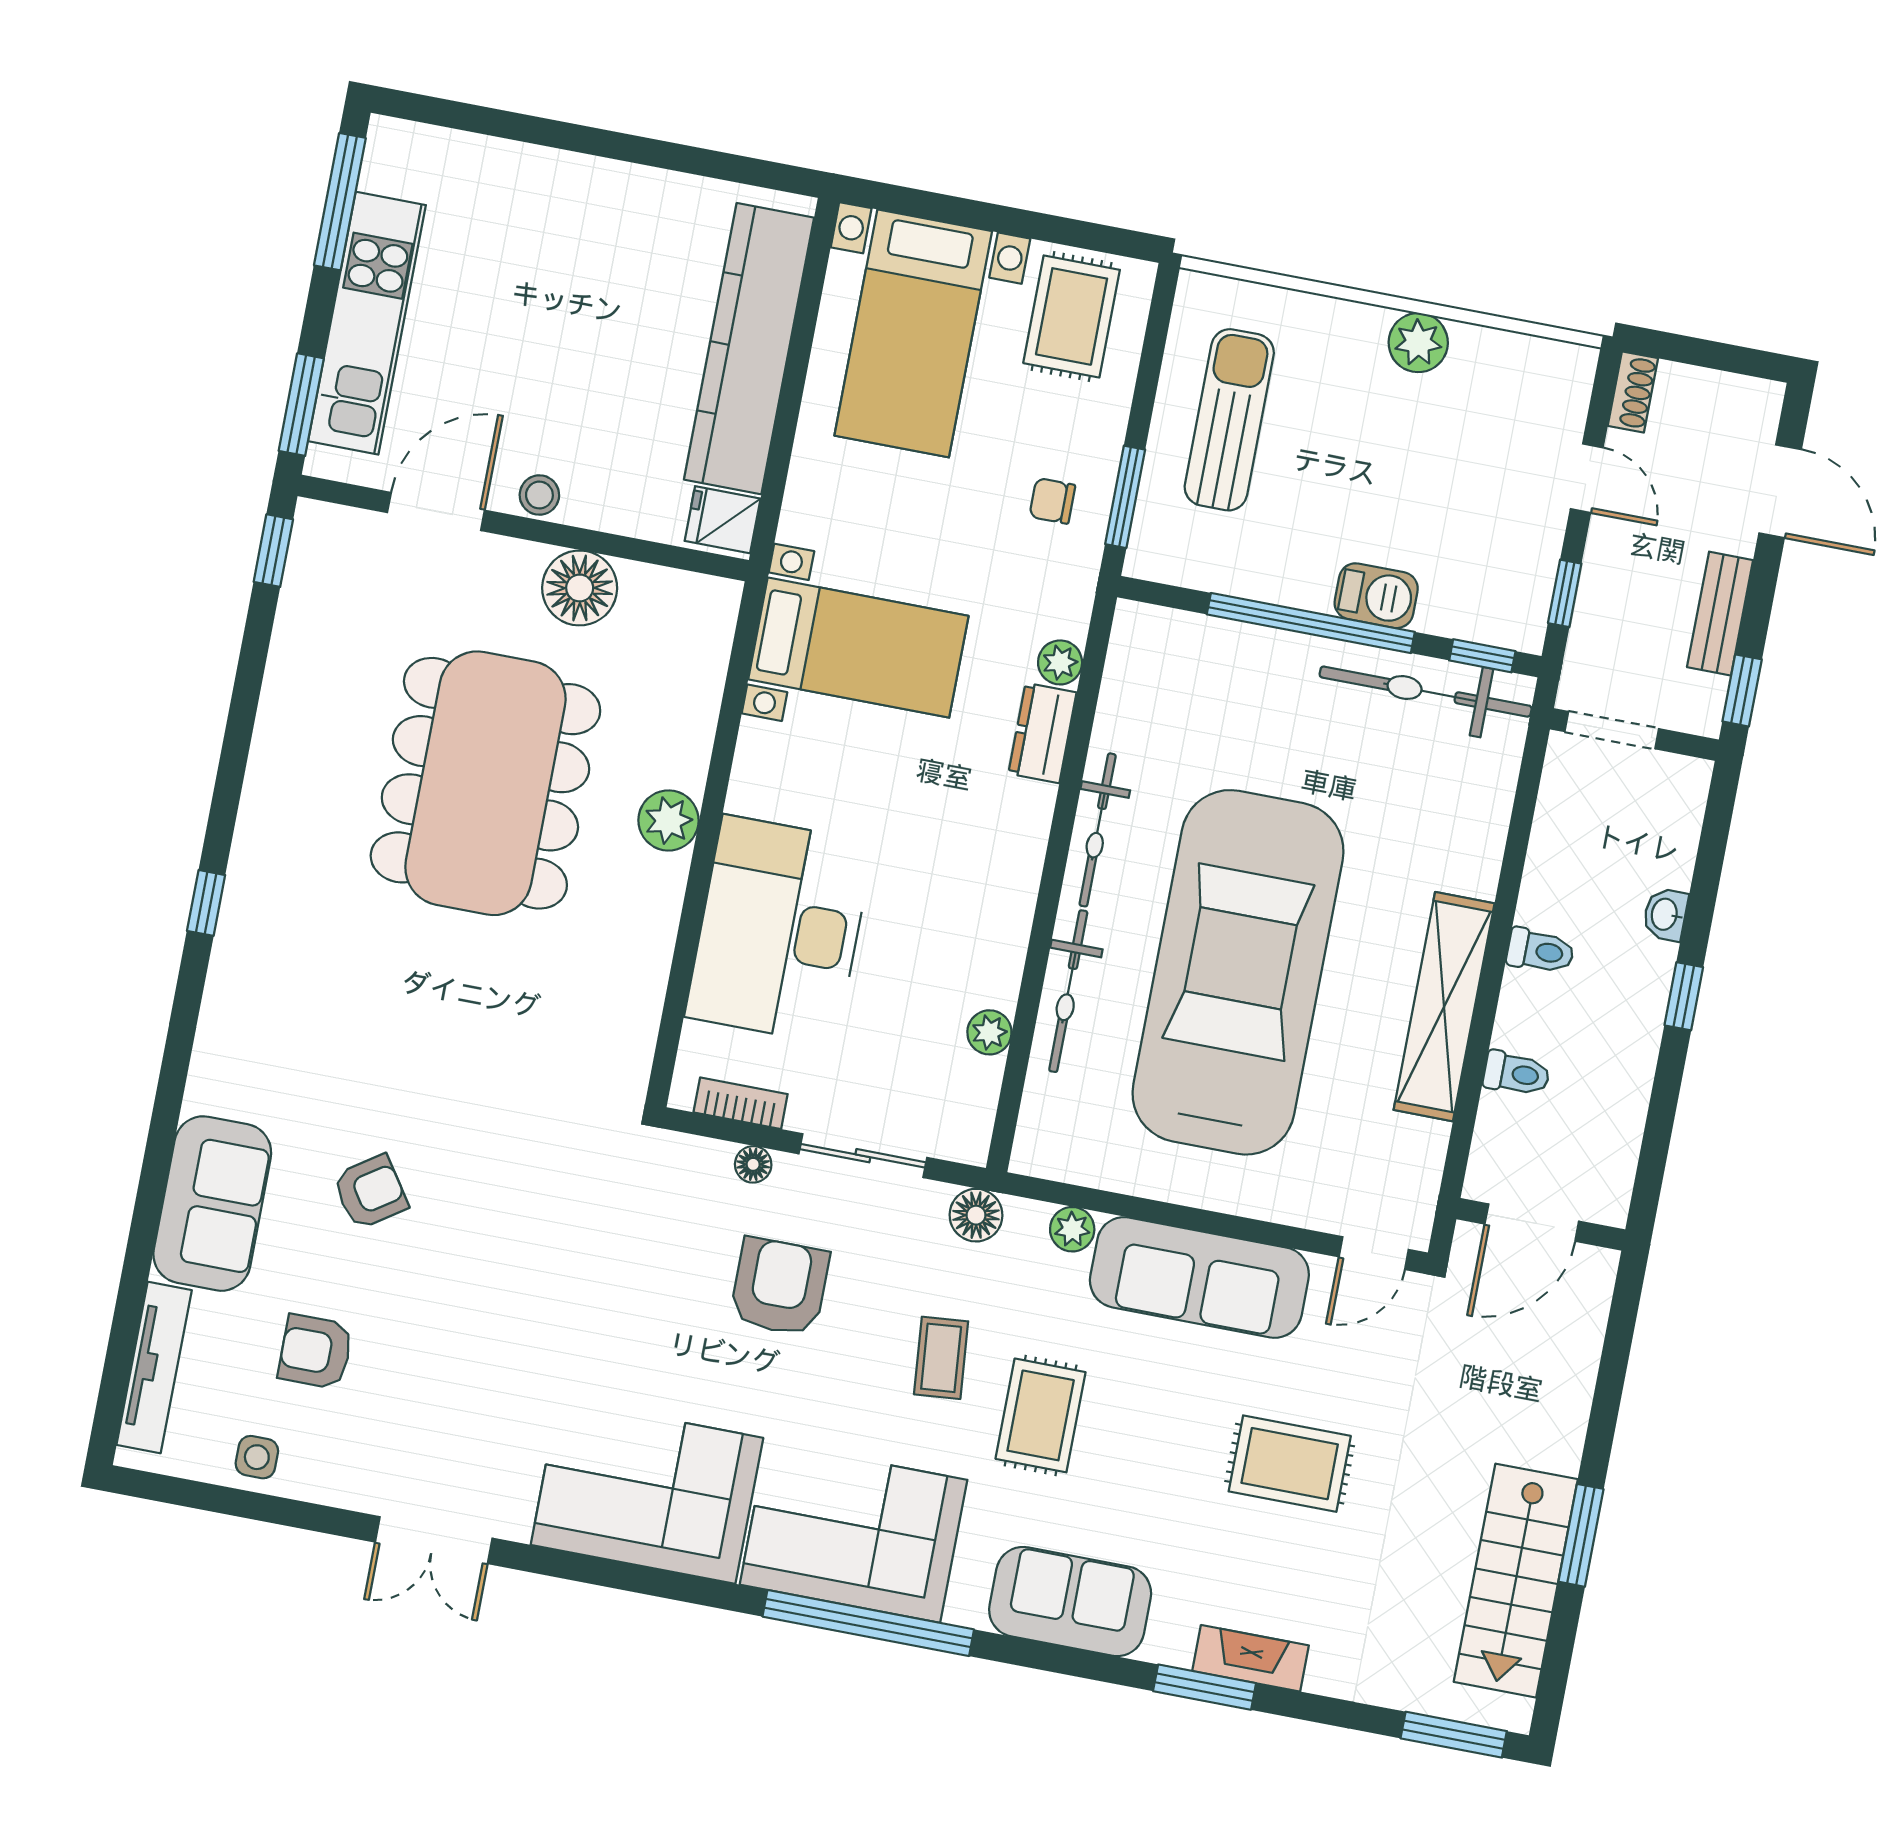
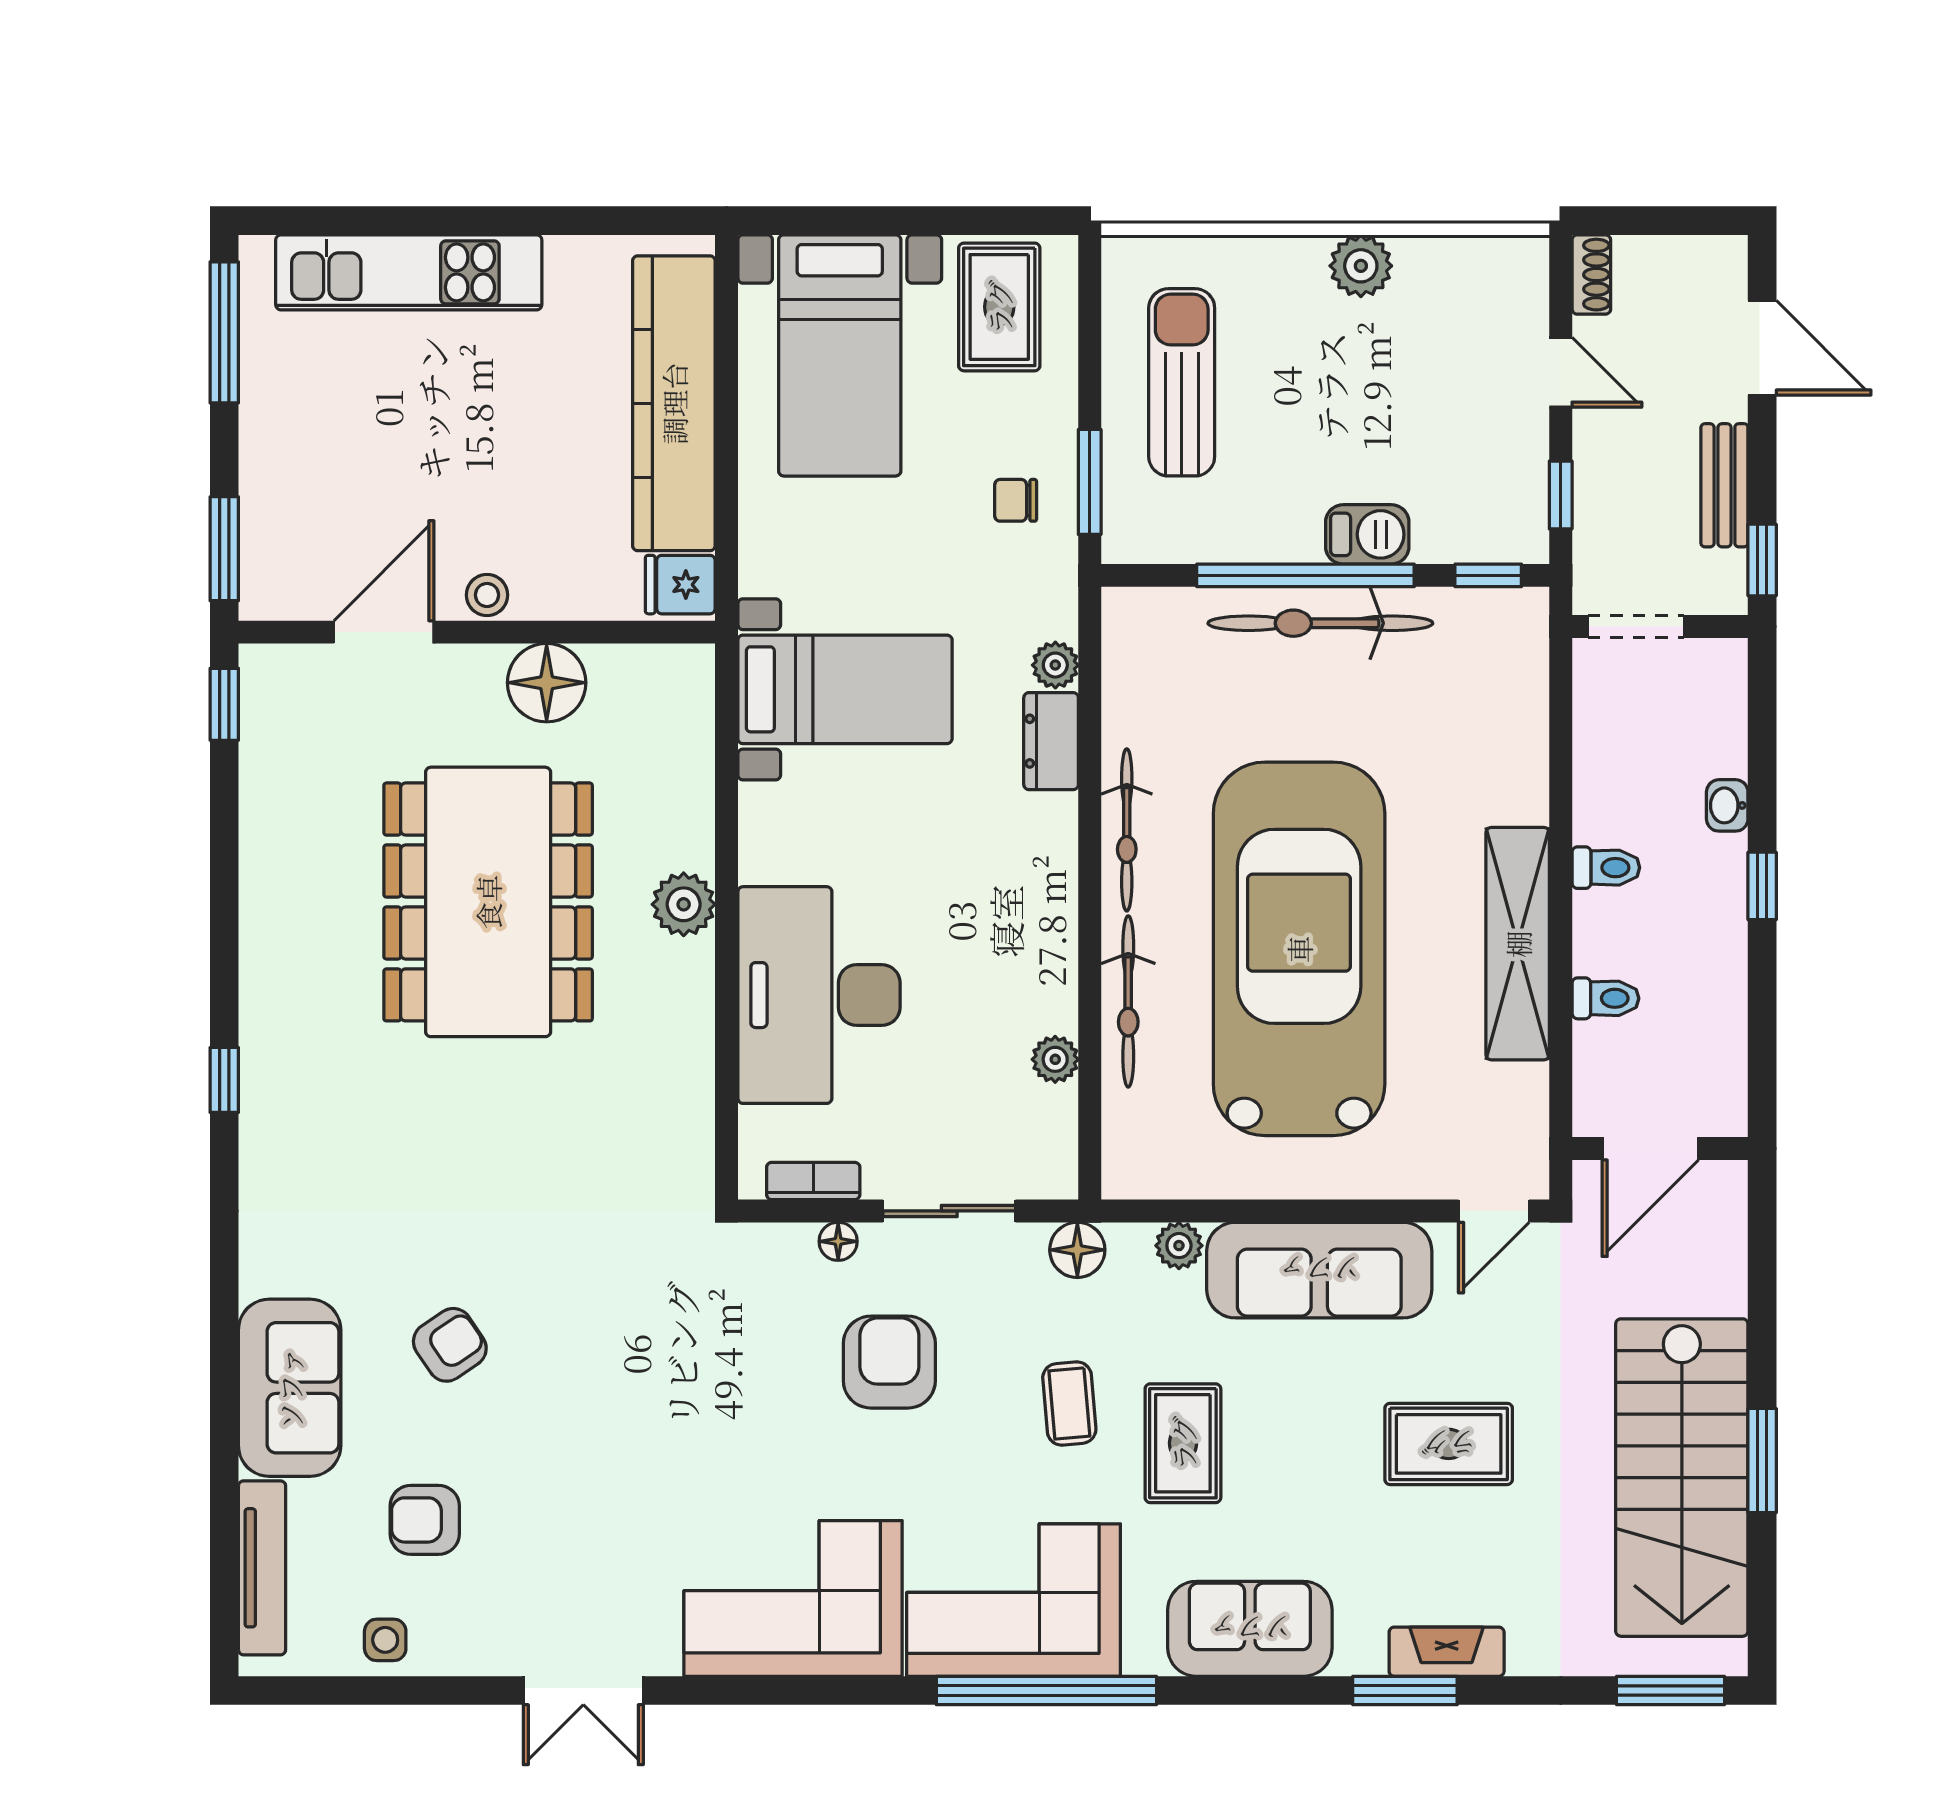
kitchen unit: (367, 323) -> (409, 272), moved, turned 90
bicycle: (1426, 692) -> (1320, 623), moved
stairs: (1516, 1581) -> (1682, 1478), width x1.36, depth x1.51

